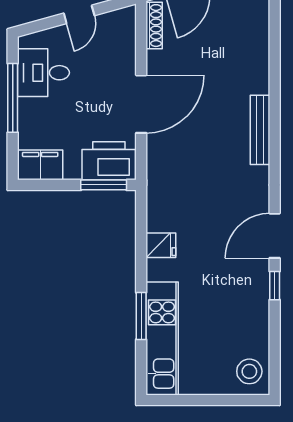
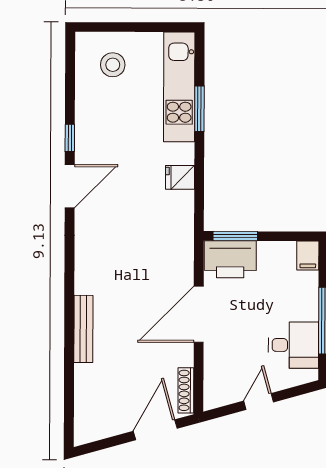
bench: (260, 130) -> (83, 329), moved
filing cabinet: (40, 165) -> (308, 256), width x0.50
stool: (249, 371) -> (113, 65), moved

